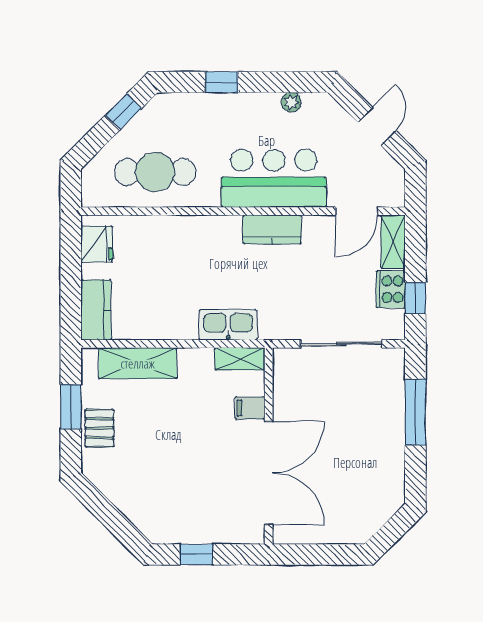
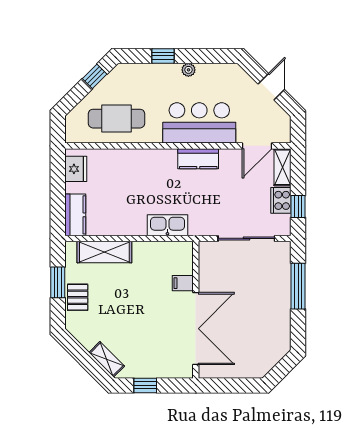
plant: (291, 102) -> (188, 70), moved
shelving: (240, 359) -> (107, 359), moved, turned 45

